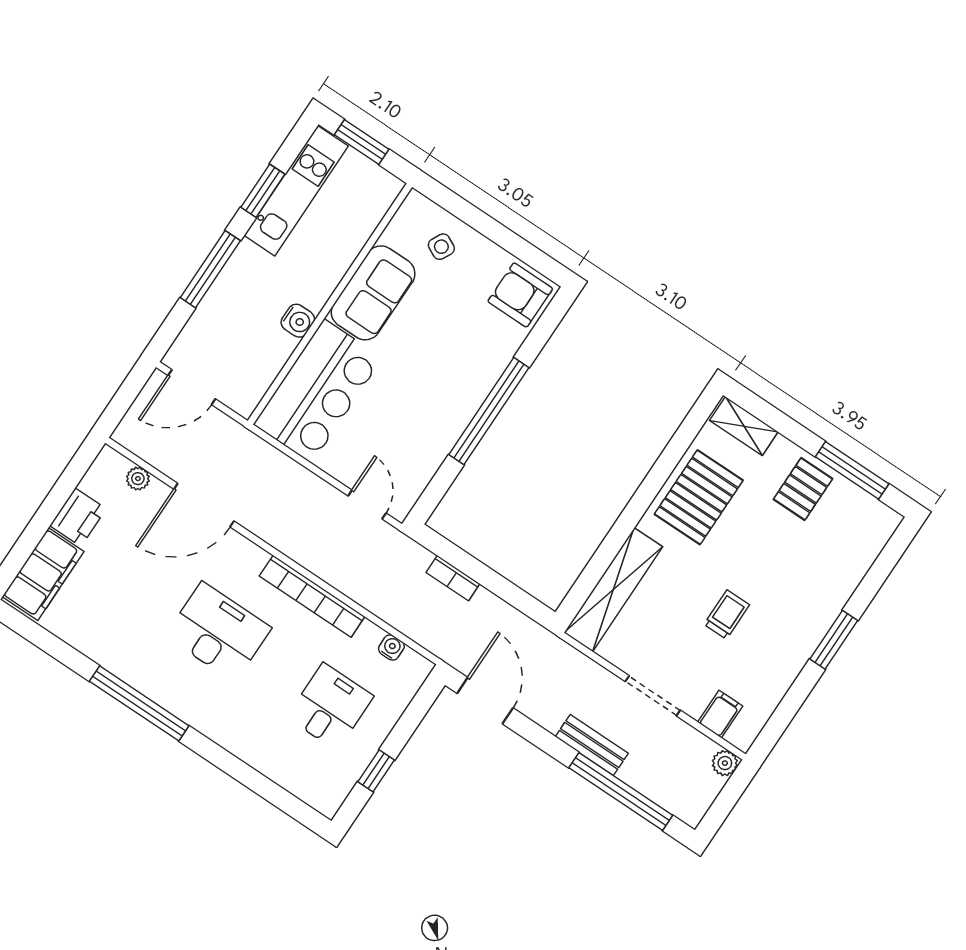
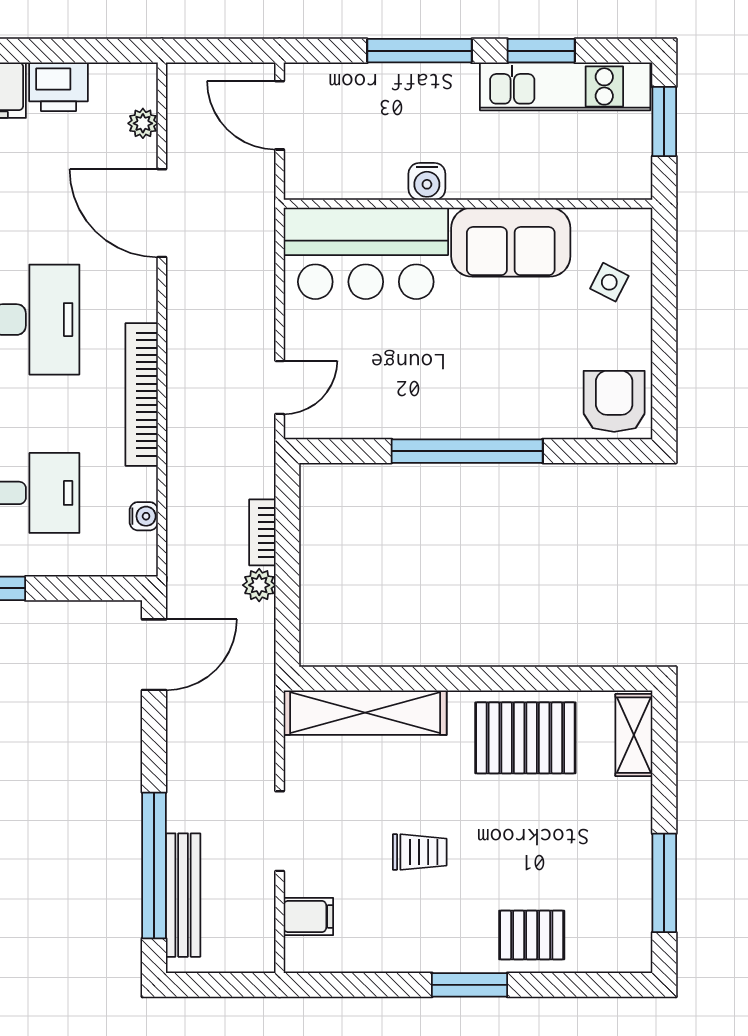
pallet: (803, 489) -> (532, 935), moved
bench: (592, 745) -> (183, 895), moved, width x1.36
plant: (725, 763) -> (259, 585), moved

